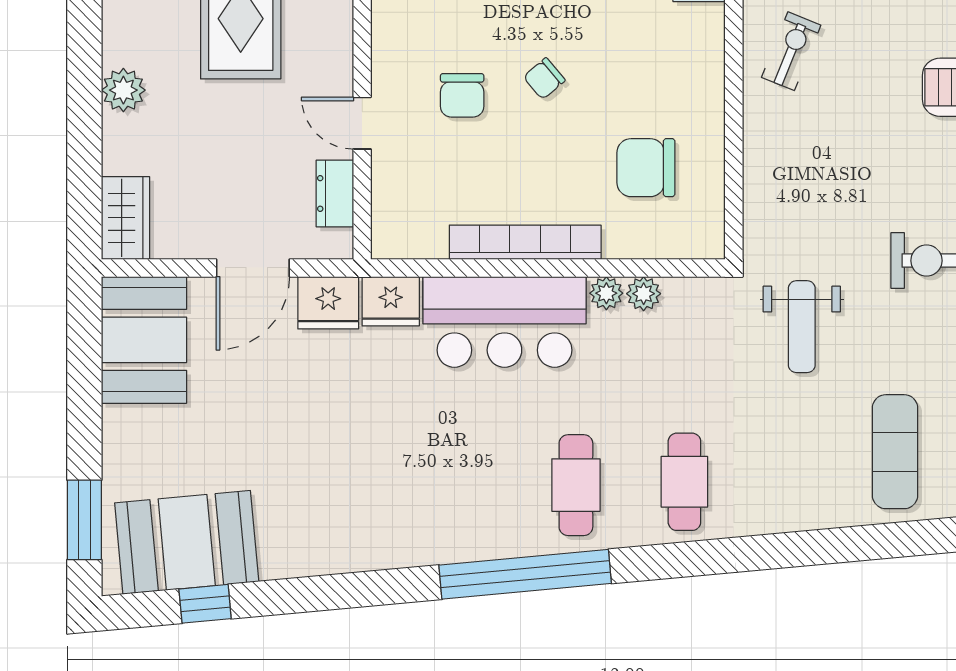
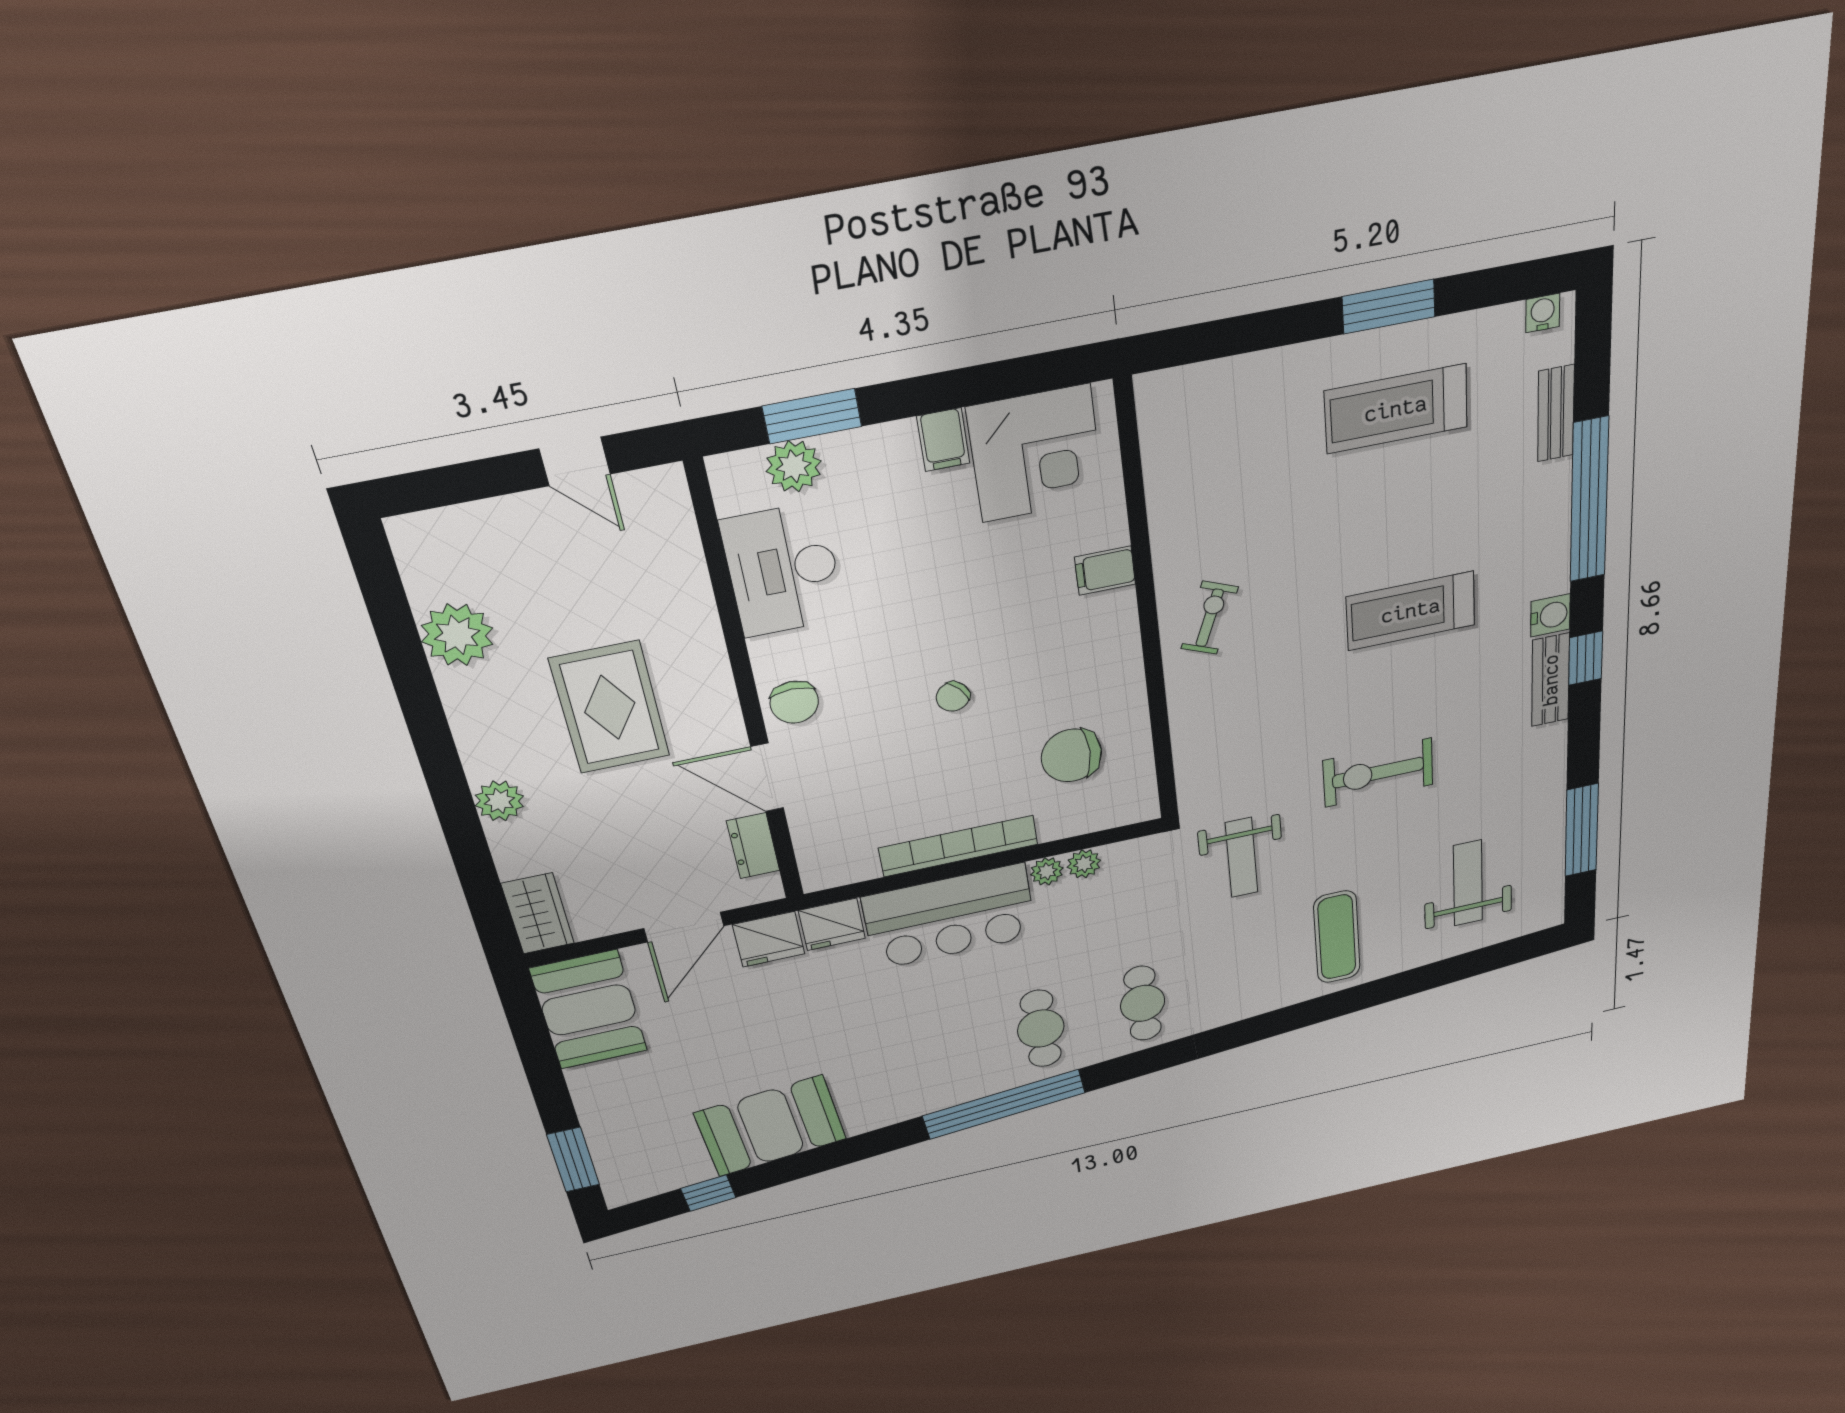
chair: (462, 95) -> (794, 702), moved
door: (362, 123) -> (767, 777), width x1.37
booth: (187, 542) -> (770, 1126), moved

